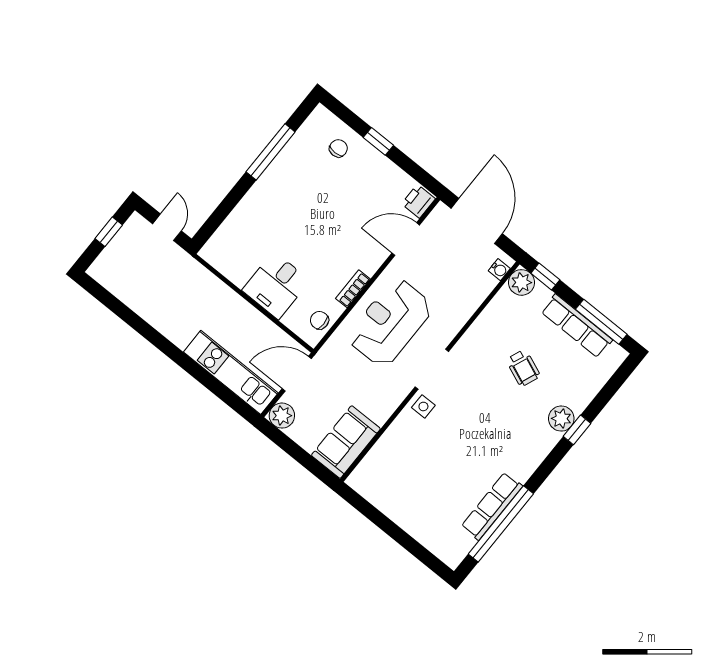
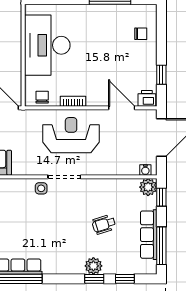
window: (378, 141) -> (161, 75), moved
desk: (276, 285) -> (47, 45), width x1.87, depth x1.30
wheelchair: (523, 368) -> (104, 224), turned 51
window: (605, 395) -> (125, 279), added

